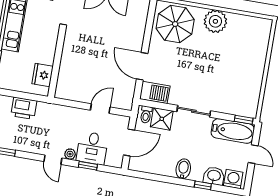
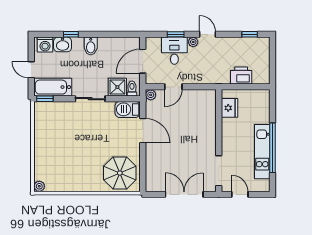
plant: (215, 21) -> (39, 186), moved, width x0.53, depth x0.53
plant: (127, 104) -> (151, 95), added

